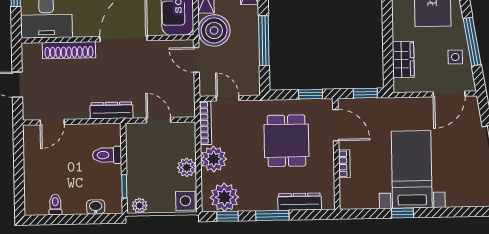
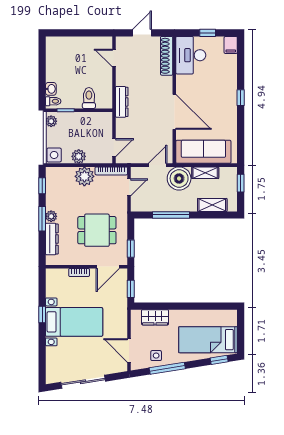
shoe rack: (69, 50) -> (167, 56), moved
door: (159, 120) -> (114, 148), moved
plant: (224, 197) -> (51, 216), moved, width x0.53, depth x0.53
toilet: (55, 205) -> (53, 101), moved

